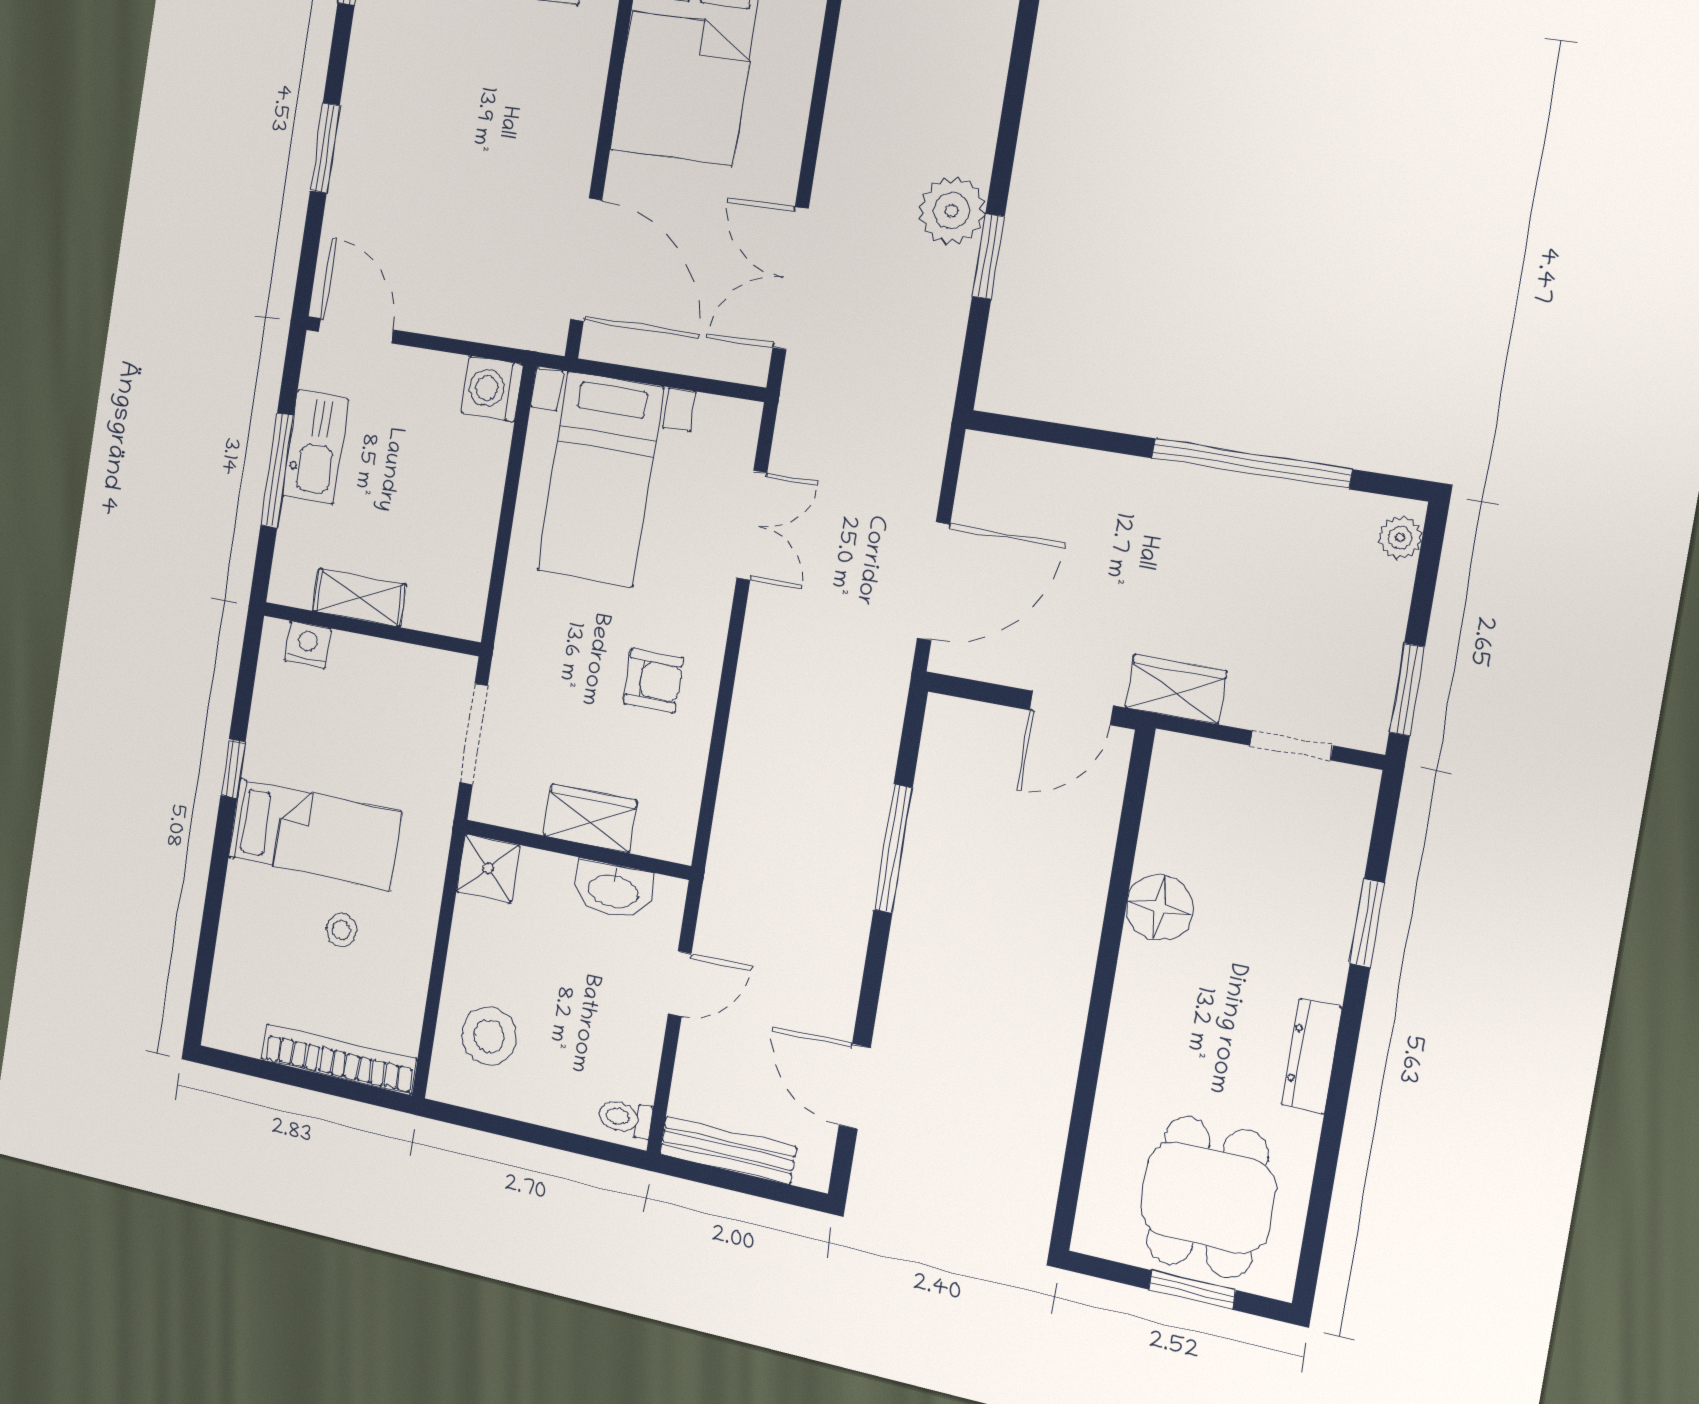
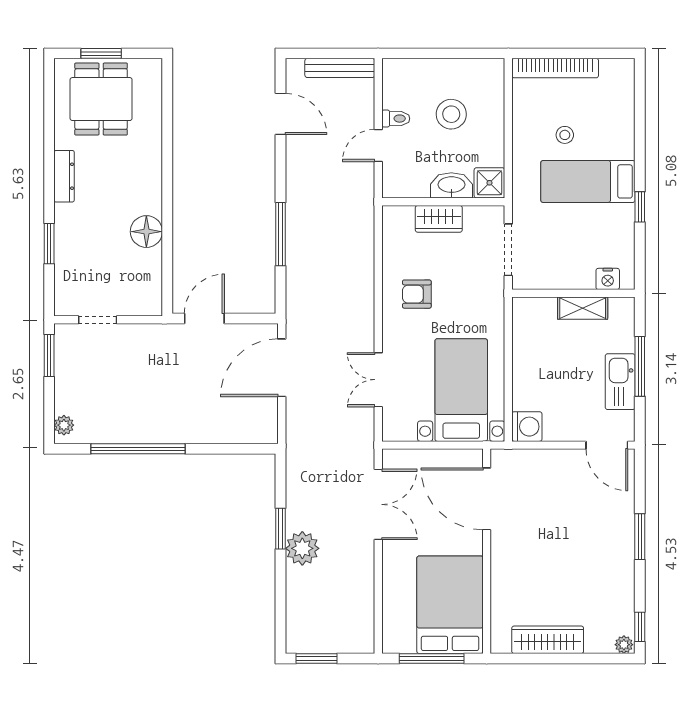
wardrobe: (1176, 689) -> (156, 336), removed
washbasin: (613, 890) -> (451, 185), moved
stool: (489, 1036) -> (451, 114), moved
toilet: (625, 1118) -> (396, 119), moved

